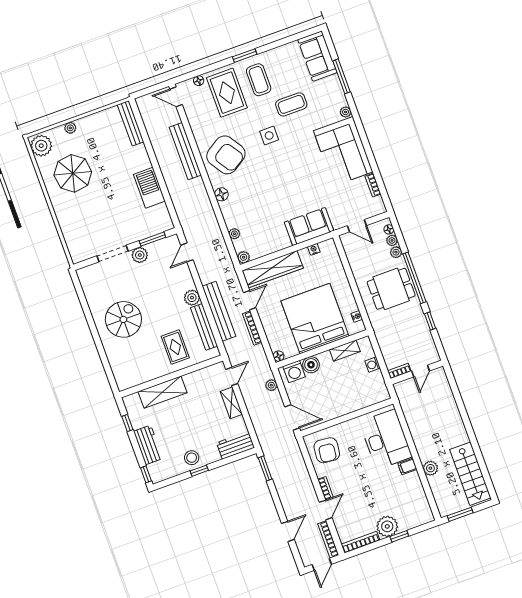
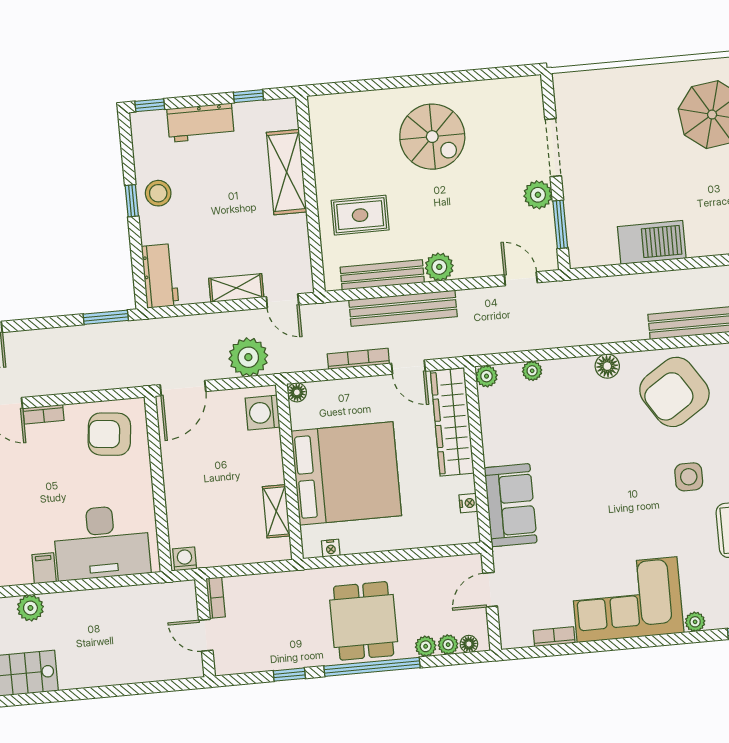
boiler: (311, 365) -> (267, 445), removed
washing machine: (373, 365) -> (185, 559), moved
plant: (271, 385) -> (248, 357), width x1.87, depth x1.87

